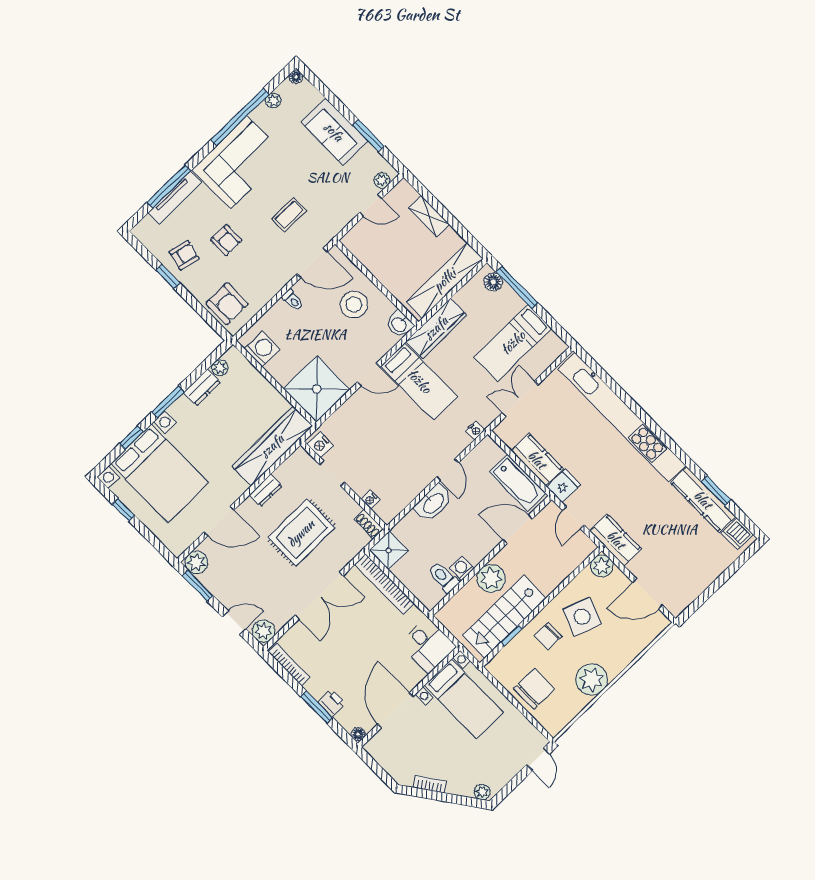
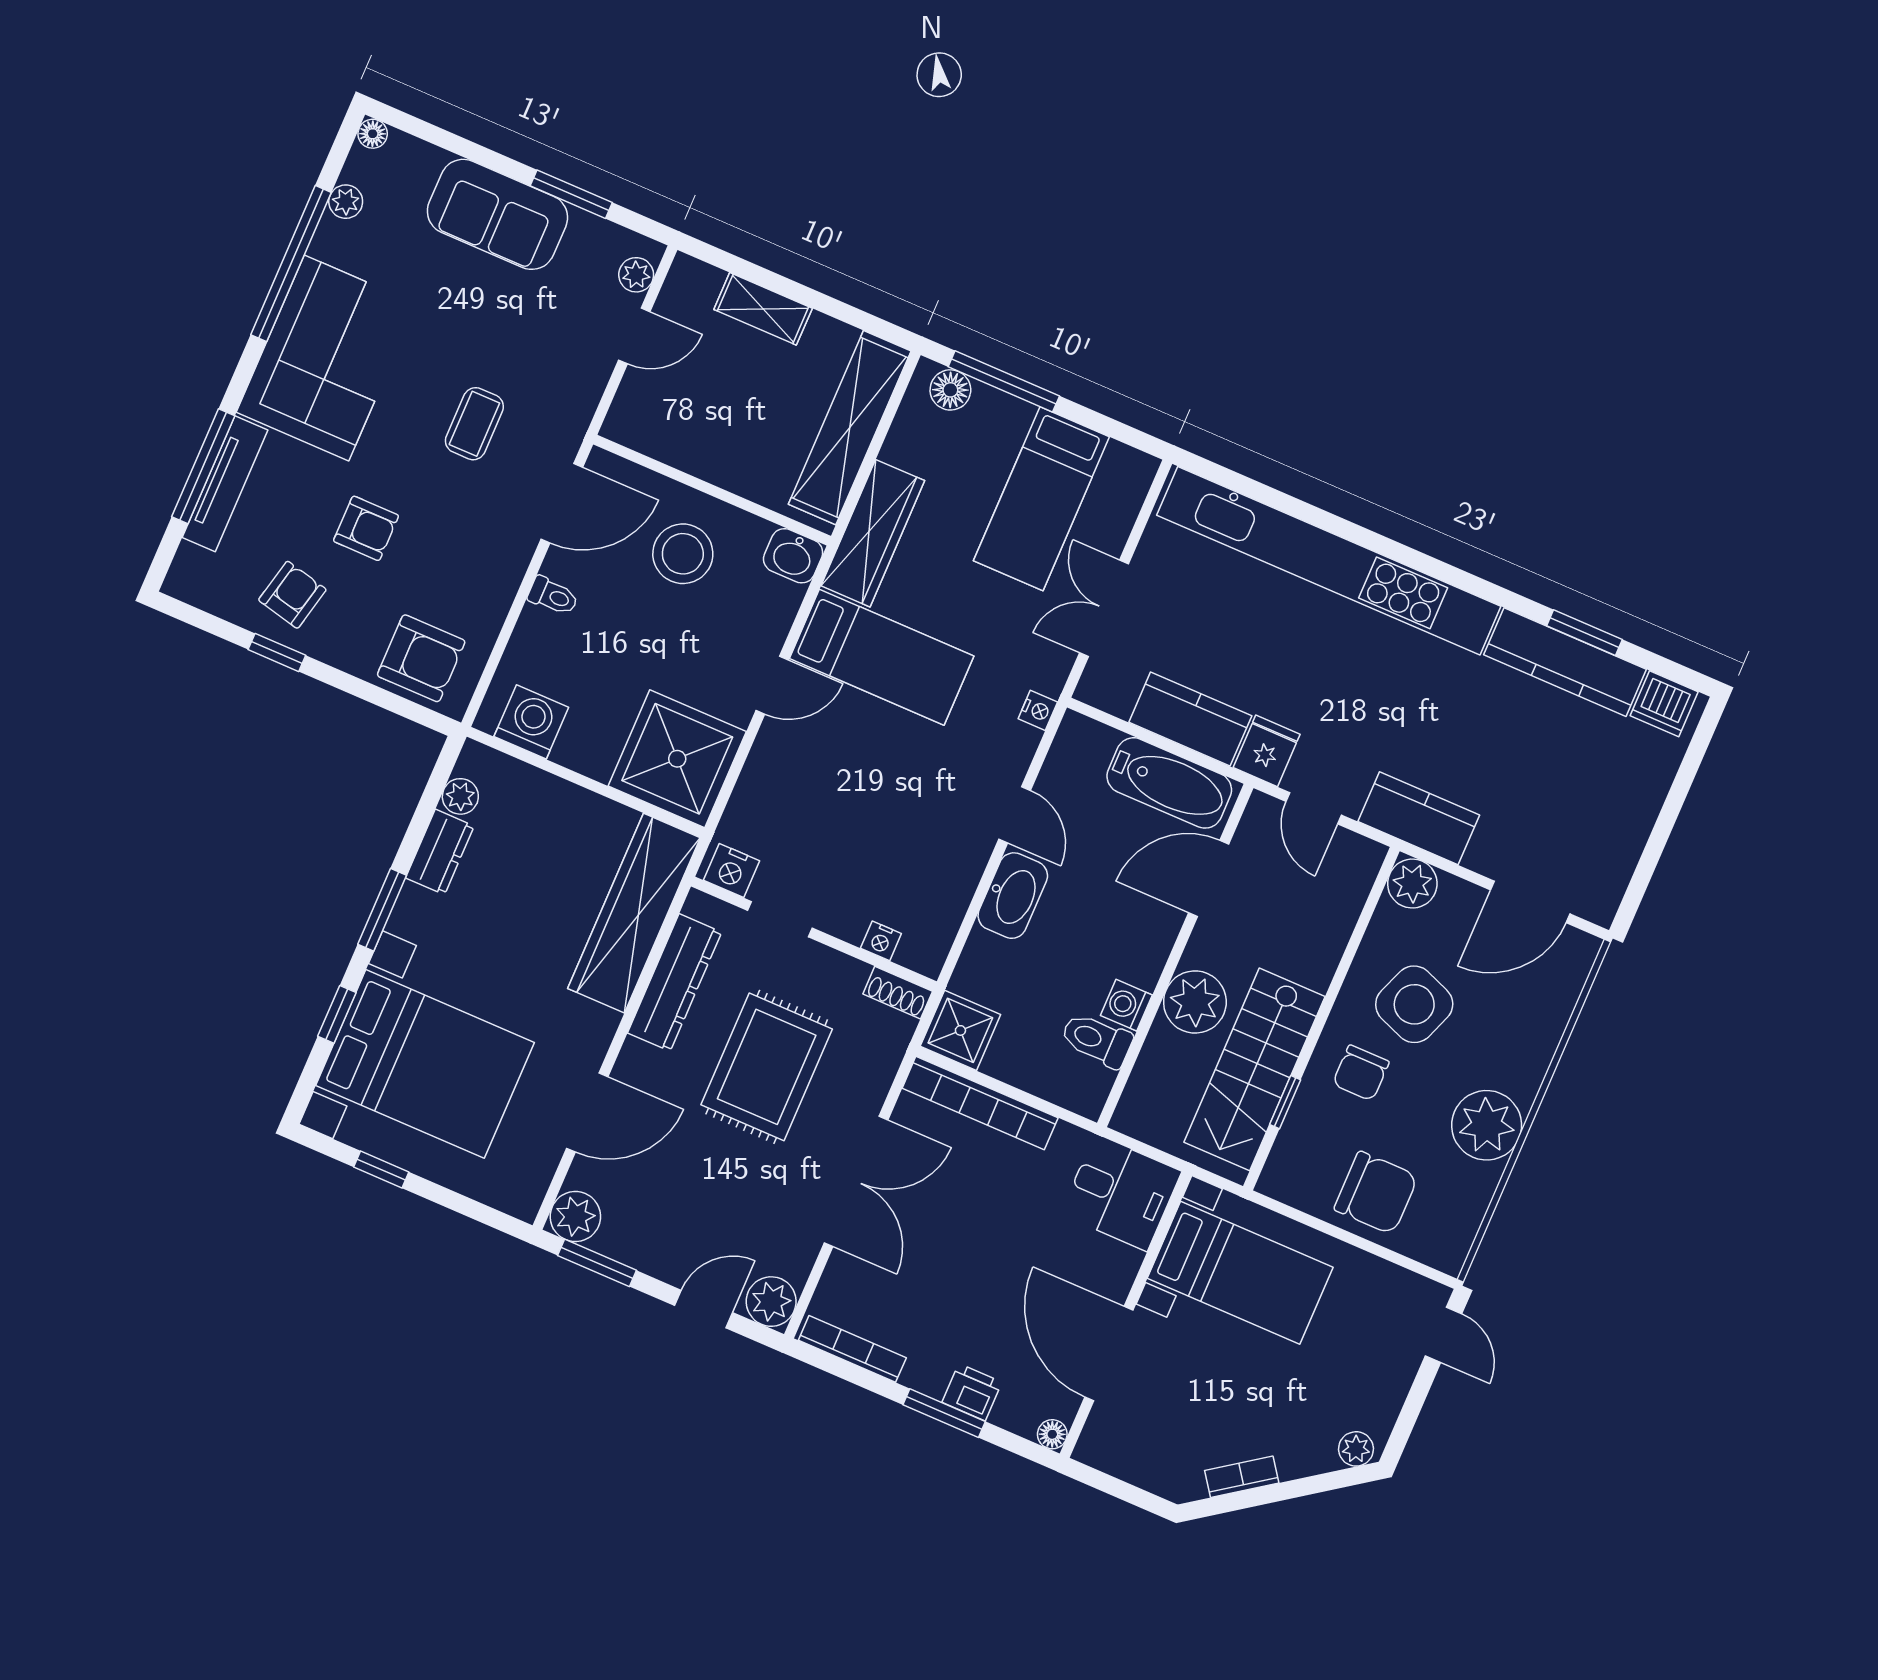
dresser: (266, 490) -> (675, 982), width x1.96, depth x1.24
chair: (534, 689) -> (1376, 1193), turned 90

